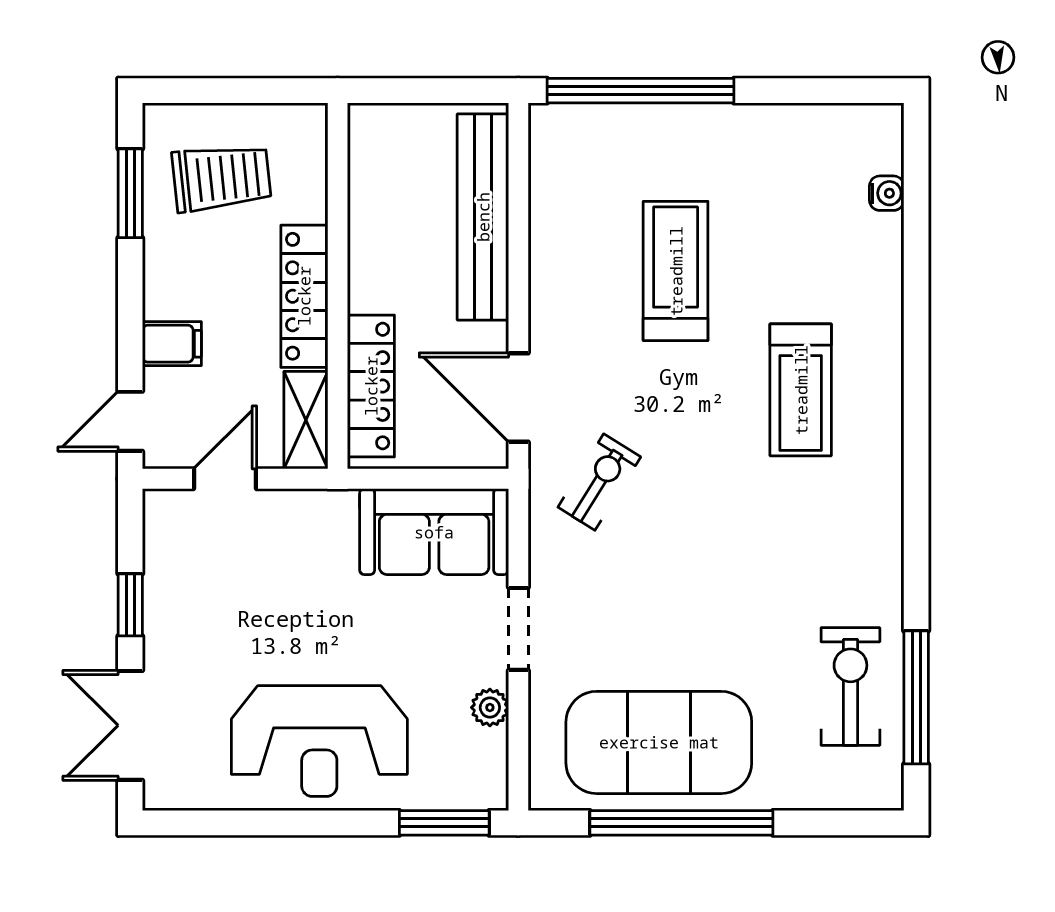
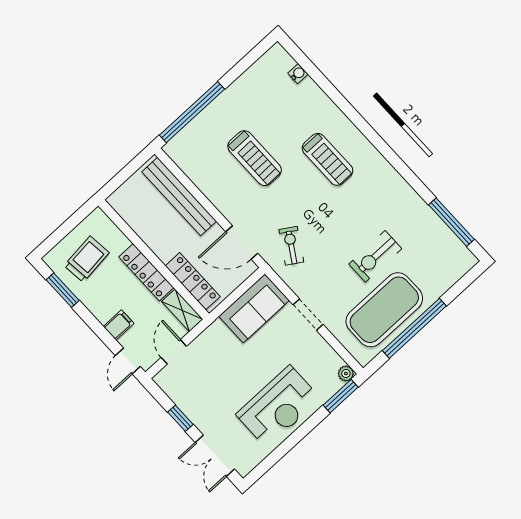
treadmill: (676, 271) -> (255, 158), turned 180
exercise bike: (850, 687) -> (375, 256), moved, turned -90
plant: (490, 708) -> (346, 374), moved

